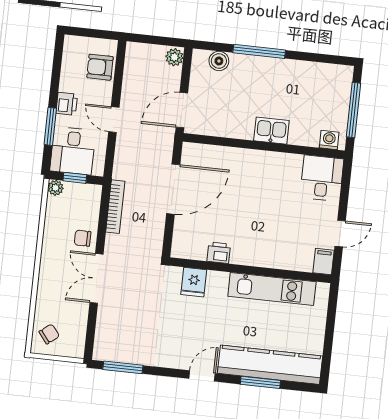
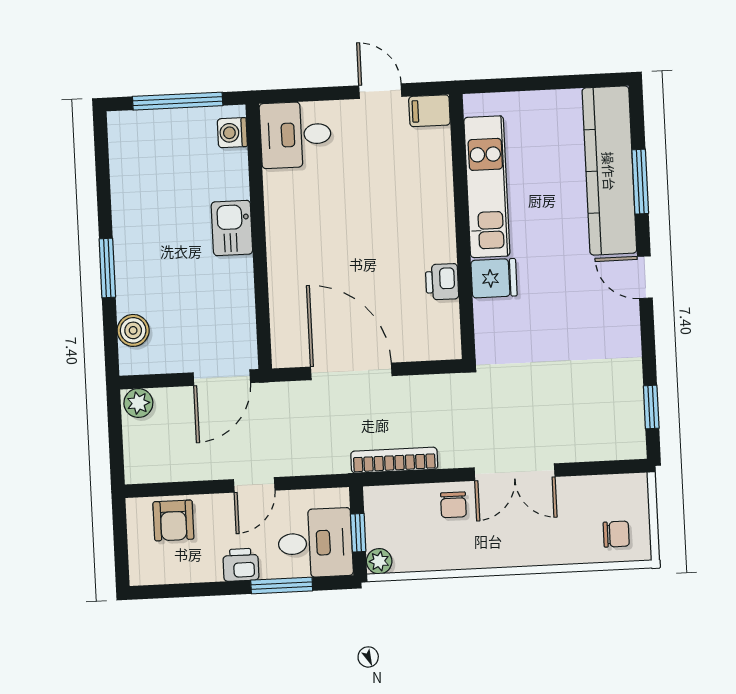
window: (259, 51) -> (107, 268), width x0.69
door: (182, 110) -> (222, 378), hinge flipped
fridge: (194, 282) -> (494, 278), moved
chair: (49, 334) -> (616, 534), turned 128
window: (123, 367) -> (651, 407), width x0.67

